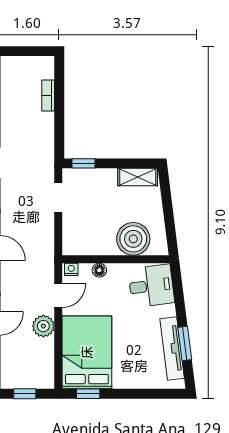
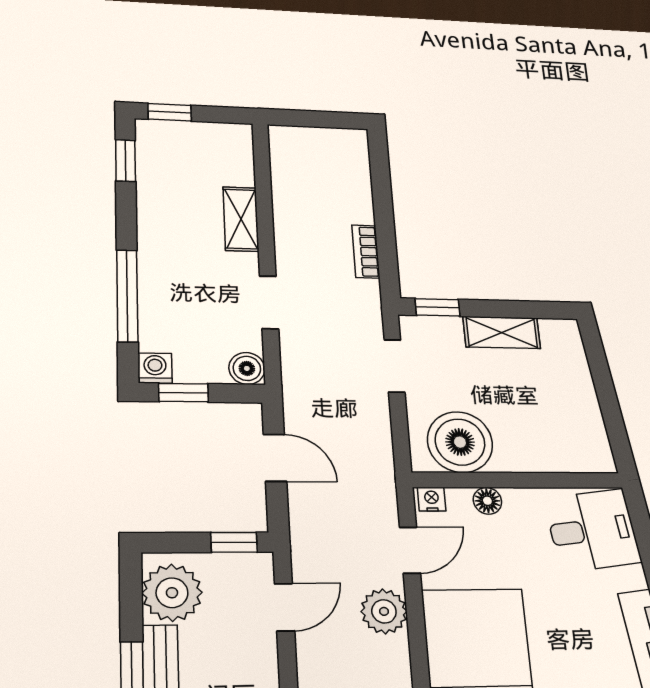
bookcase: (48, 96) -> (366, 252), moved
shelving: (138, 177) -> (502, 332), moved
boiler: (133, 239) -> (460, 442), moved

